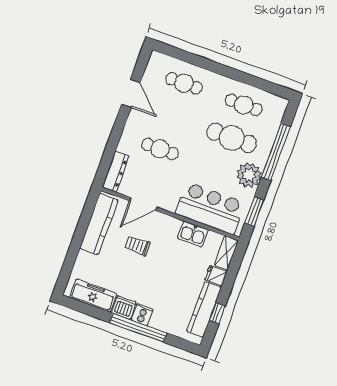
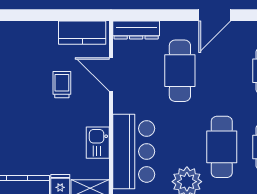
door: (131, 93) -> (215, 15), moved
cafe table: (160, 149) -> (180, 71), width x1.37, depth x1.35
kitchen counter: (99, 224) -> (82, 33), width x0.67

